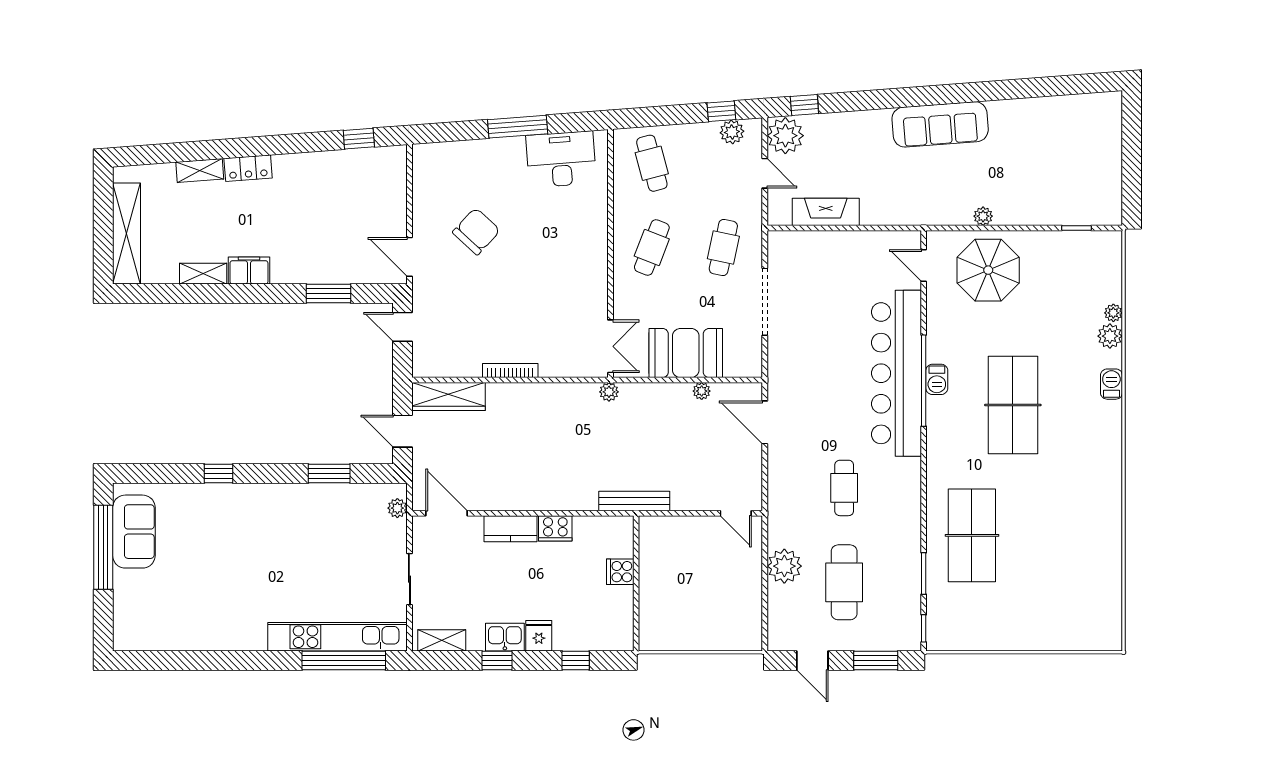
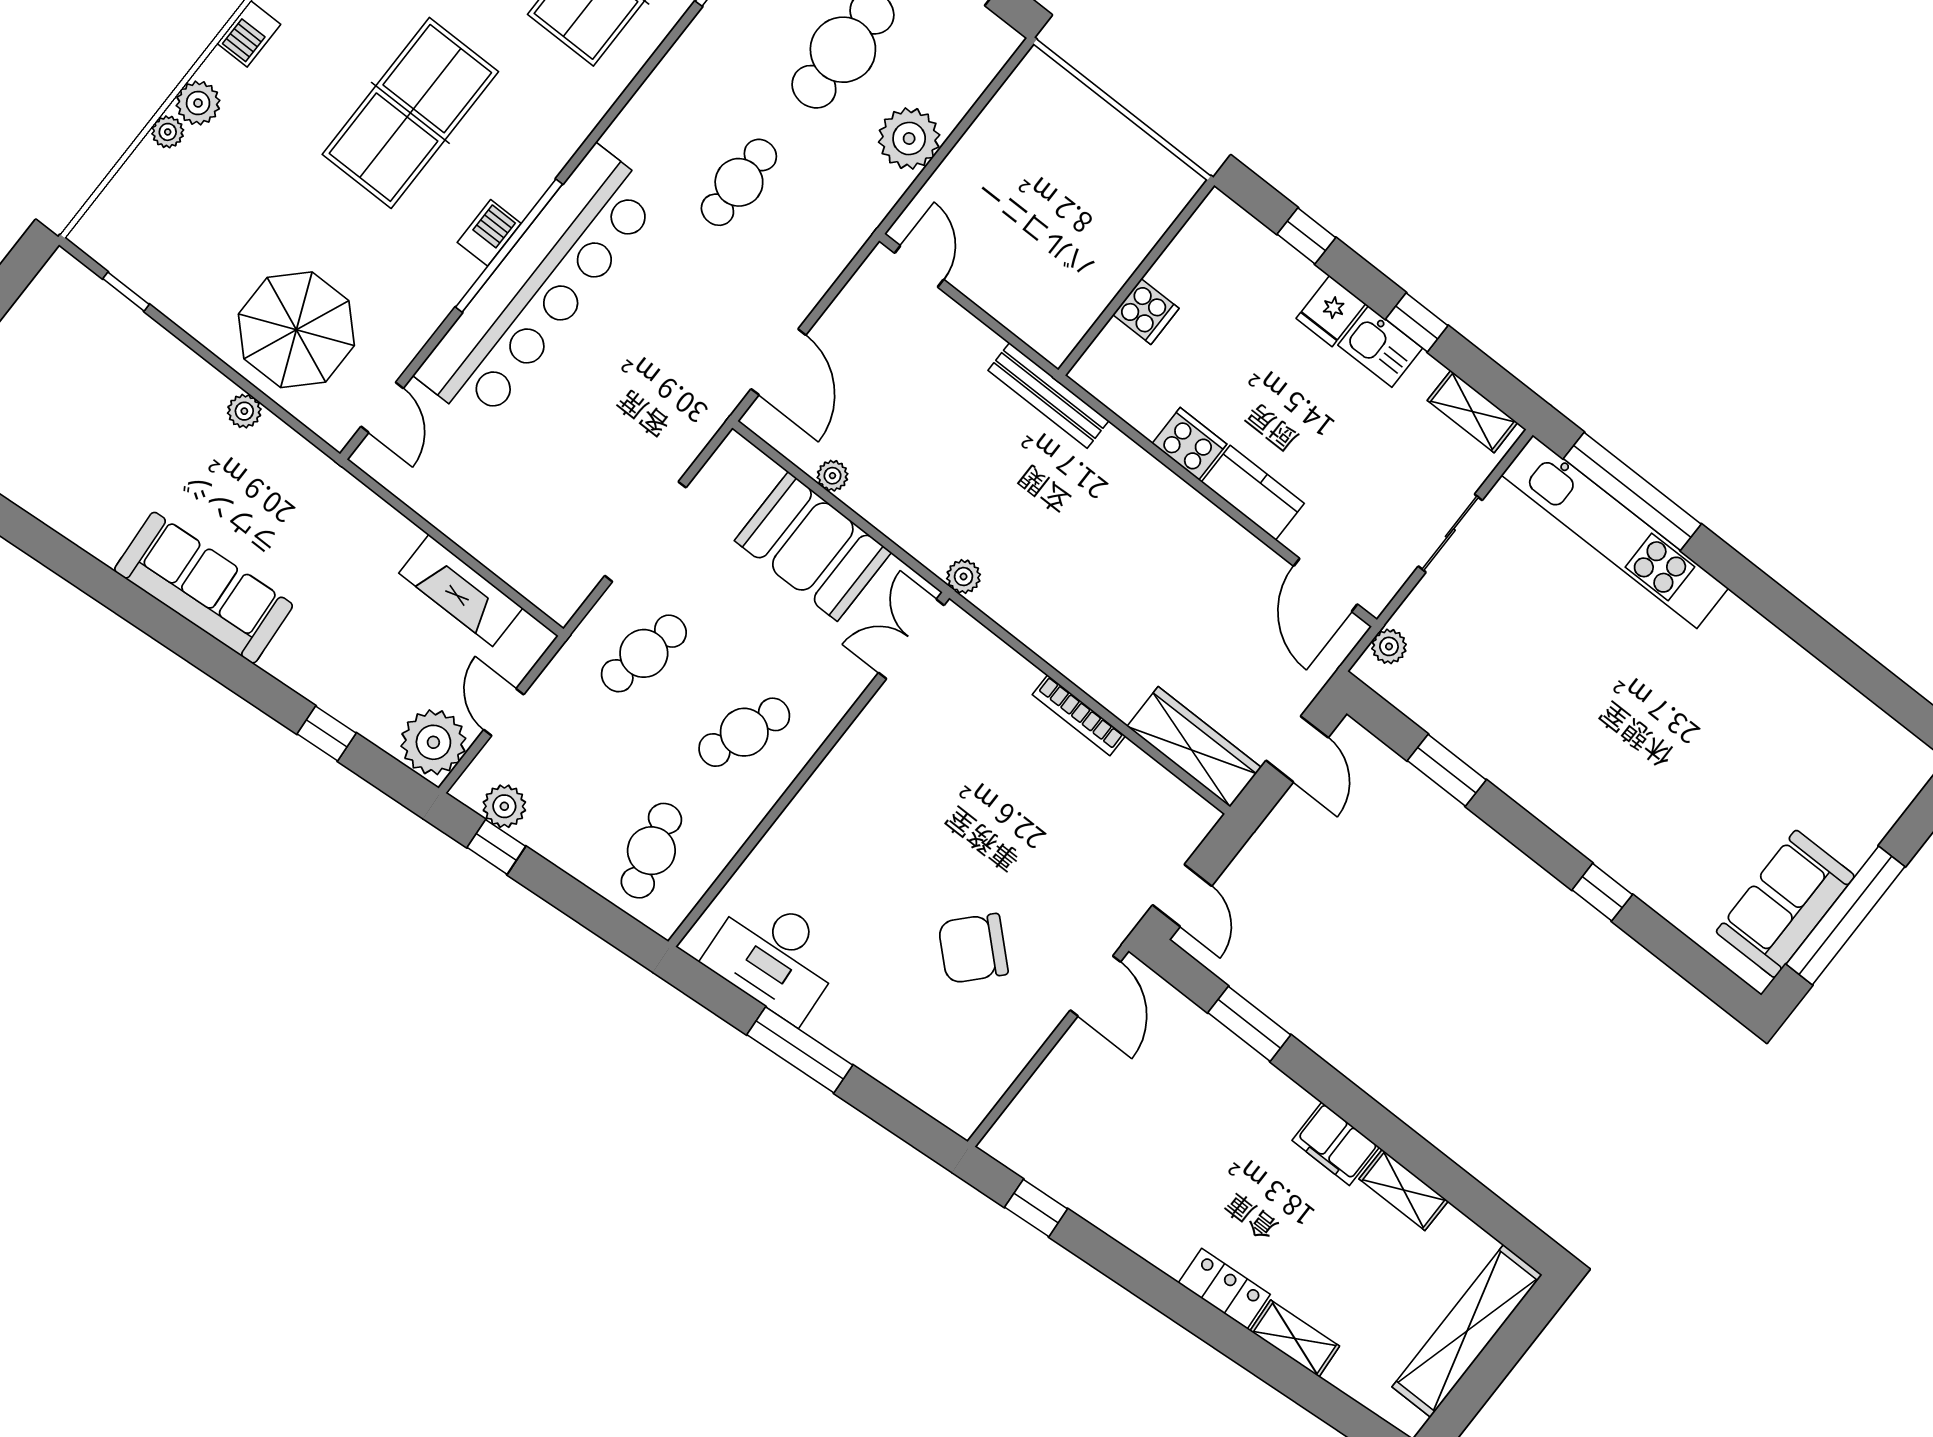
window: (804, 105) -> (327, 733), moved

